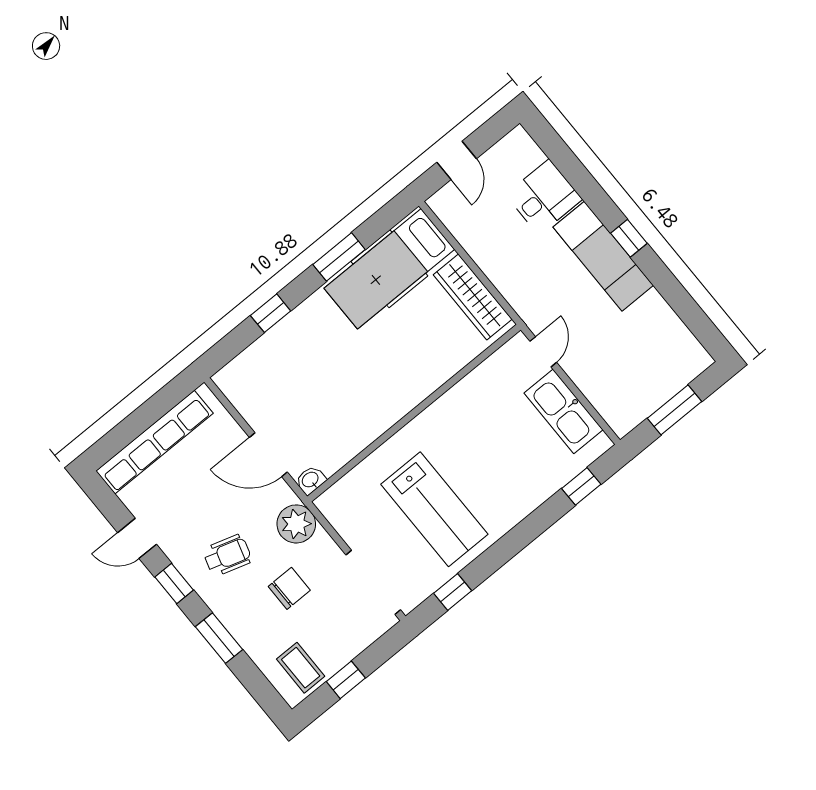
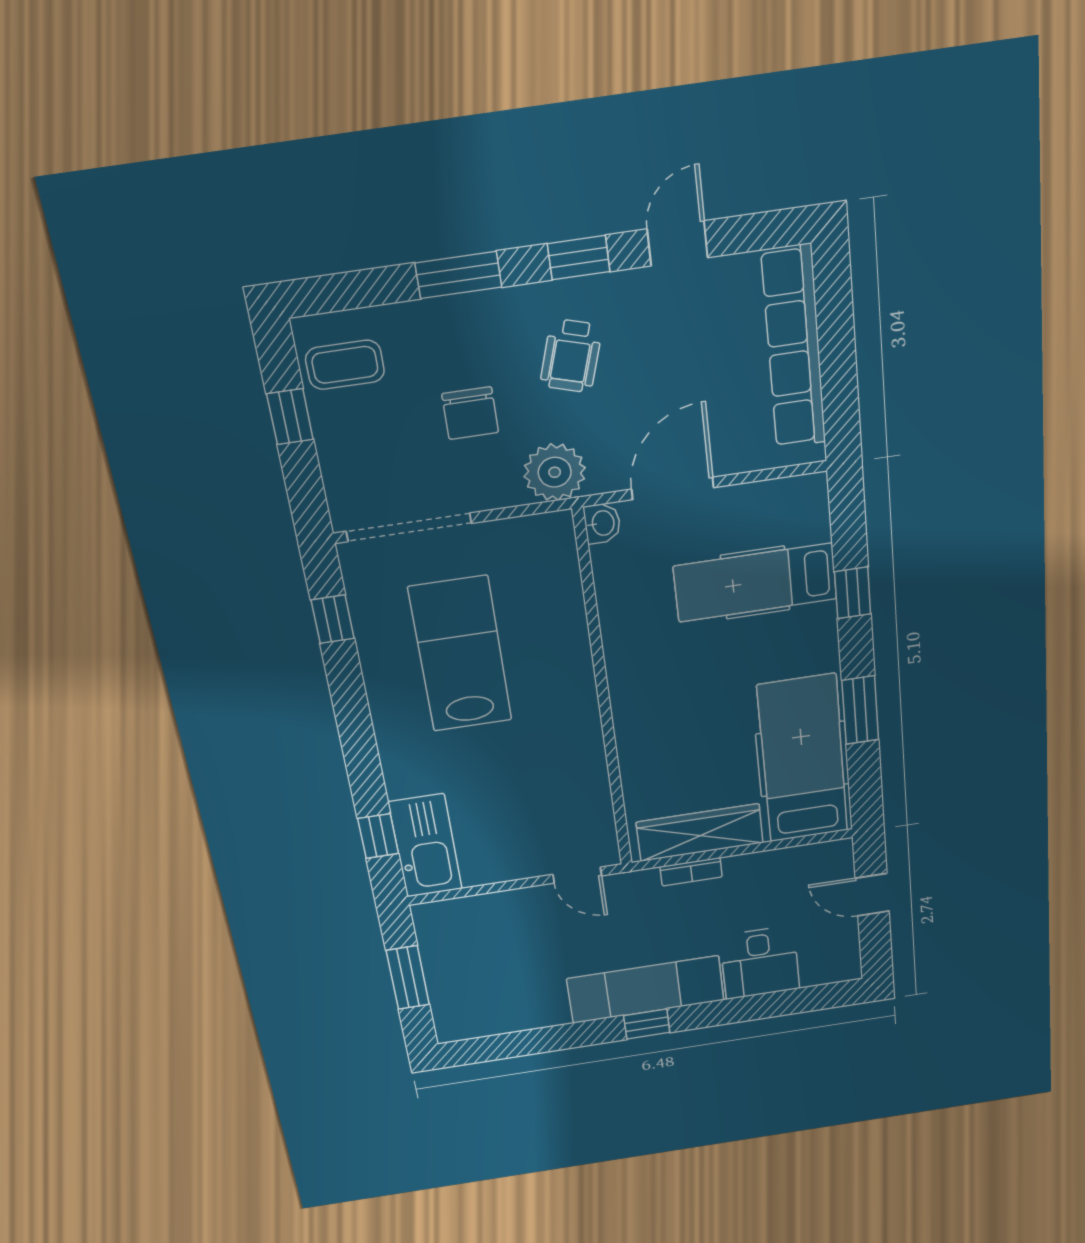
bookcase: (503, 284) -> (691, 872), added
hospital bed: (296, 372) -> (755, 583), added
kitchen sink: (563, 411) -> (425, 846), moved, turned 90
lab bench: (434, 509) -> (460, 654), turned 90

